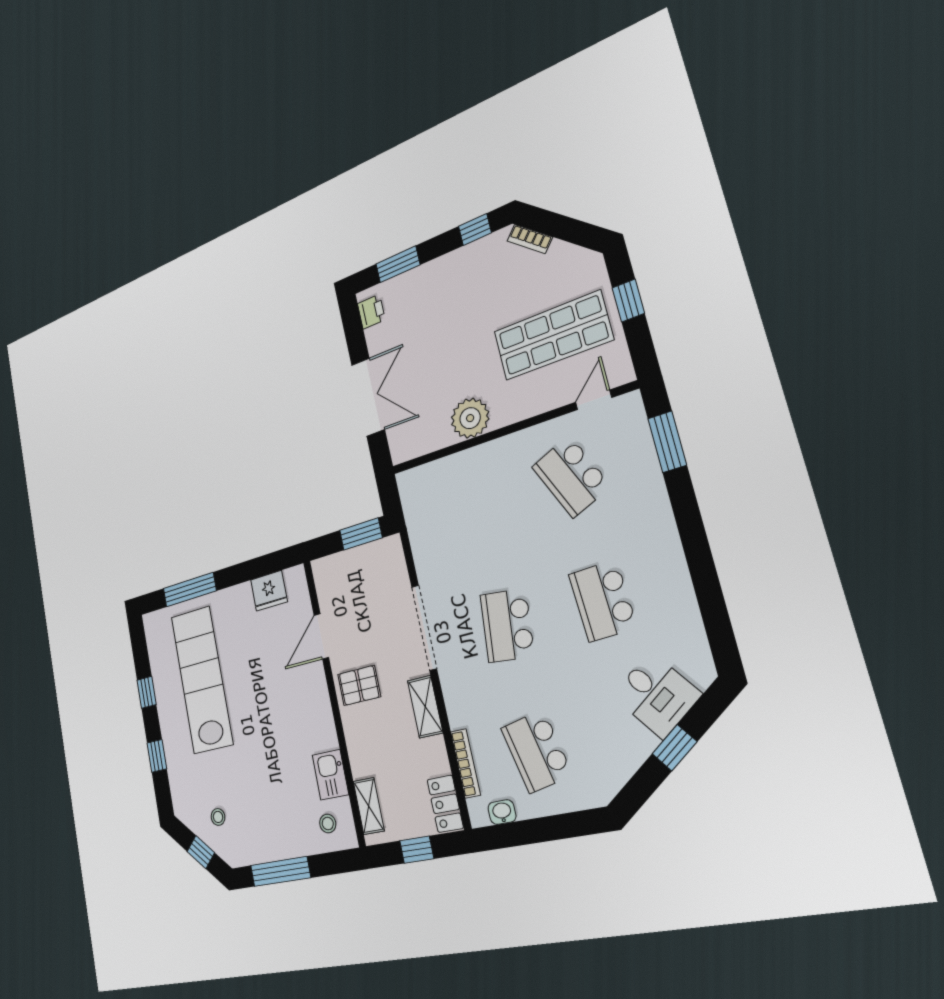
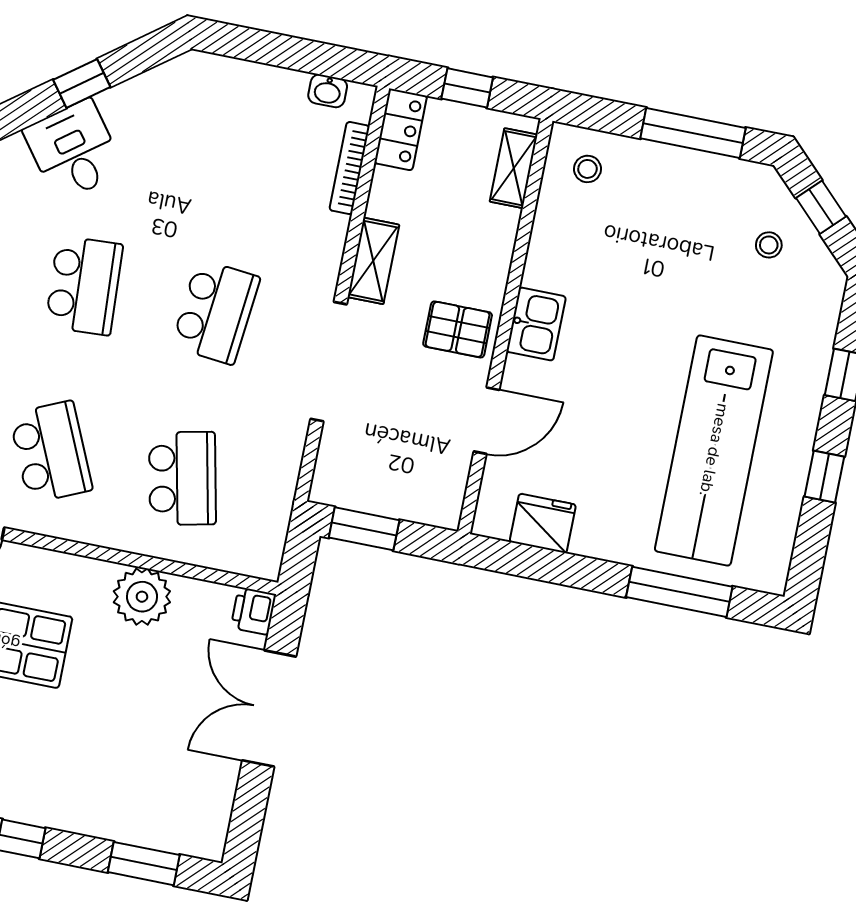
printer: (371, 312) -> (253, 611), moved
school desk: (536, 751) -> (182, 478), moved
kitchen sink: (330, 775) -> (536, 324), moved

